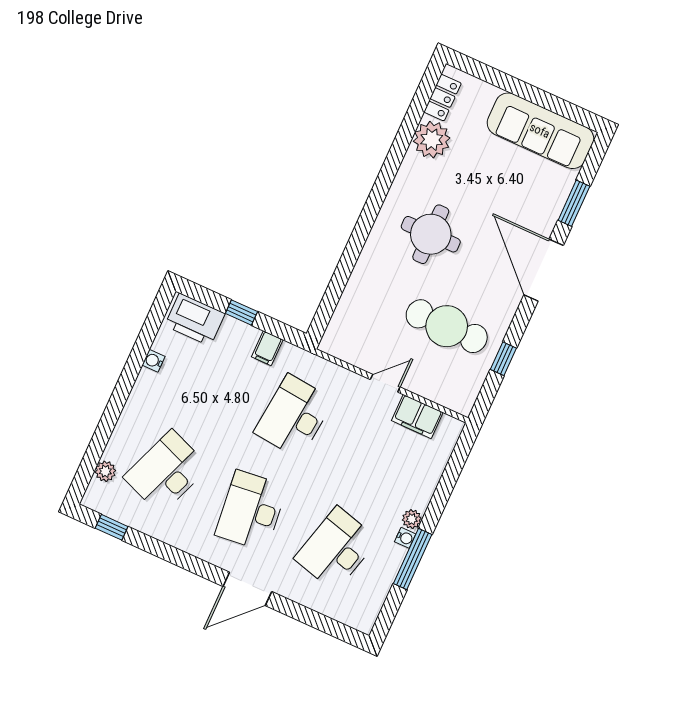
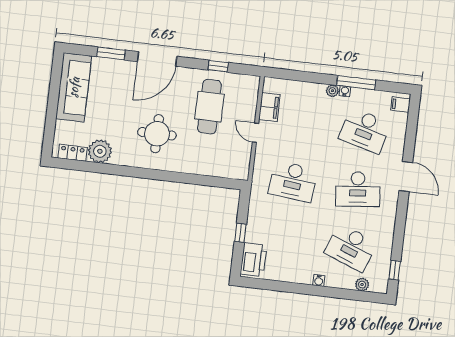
filing cabinet: (267, 348) -> (400, 104), moved, turned 180
water cooler: (154, 361) -> (319, 280), moved

